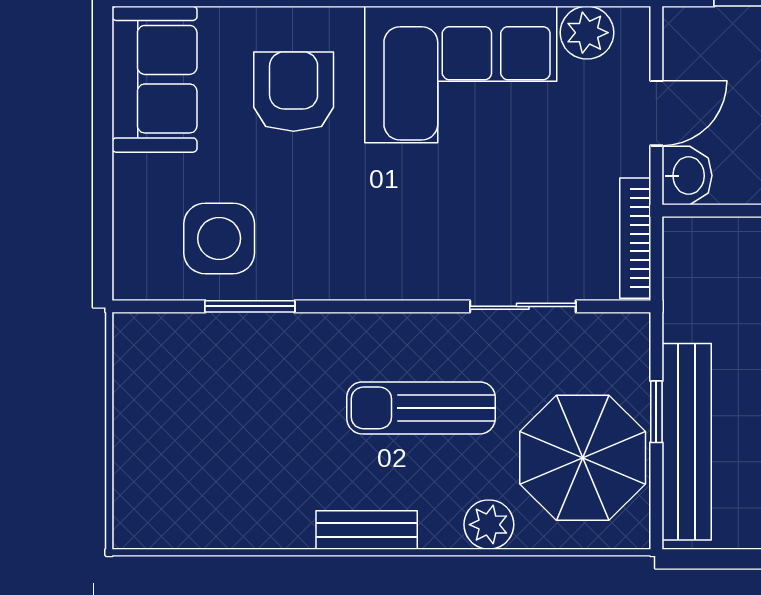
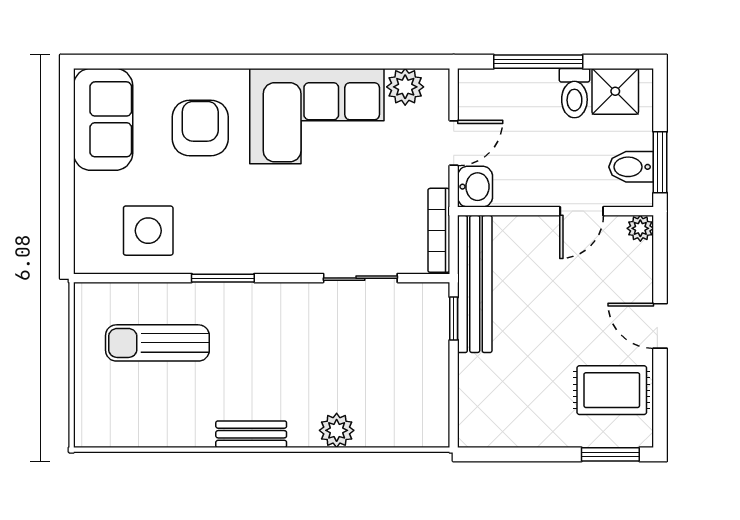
window: (250, 306) -> (223, 278), moved
sun lounger: (421, 408) -> (157, 343), moved
window: (656, 412) -> (454, 319), moved
bench: (687, 442) -> (475, 284), moved
parasol: (583, 458) -> (402, 384), removed

